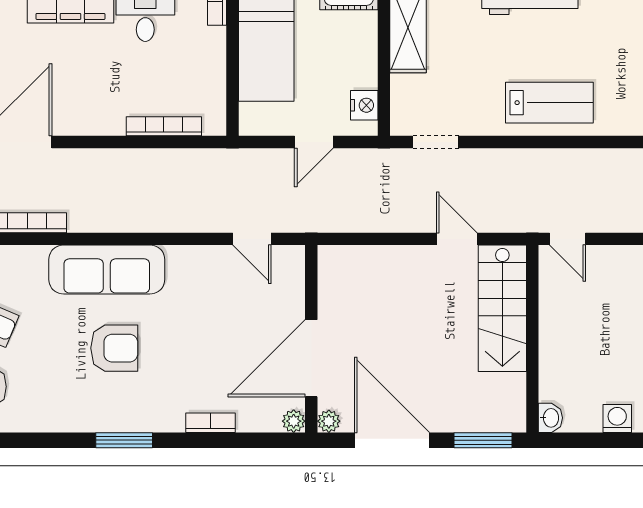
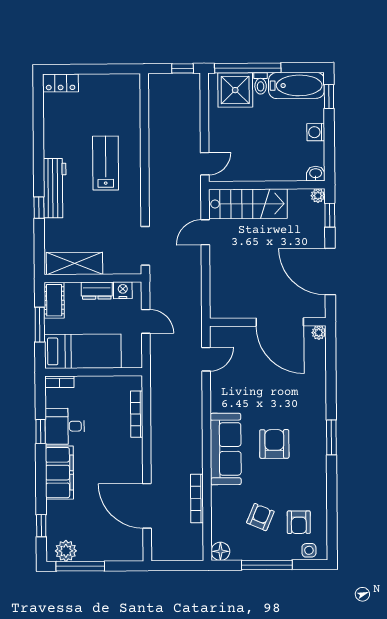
dresser: (364, 63) -> (97, 291), added
lab bench: (549, 103) -> (106, 163), moved
doorway: (436, 142) -> (145, 246), width x1.38
plant: (329, 421) -> (318, 196), moved
bookcase: (211, 423) -> (320, 384), removed
door: (392, 440) -> (330, 272), hinge flipped
window: (483, 440) -> (330, 215), width x0.67

